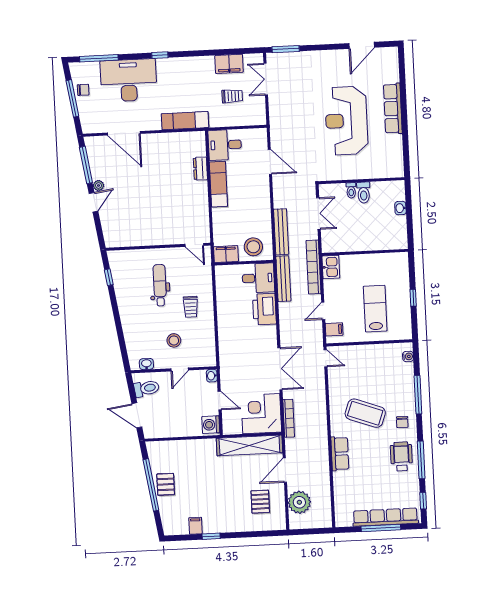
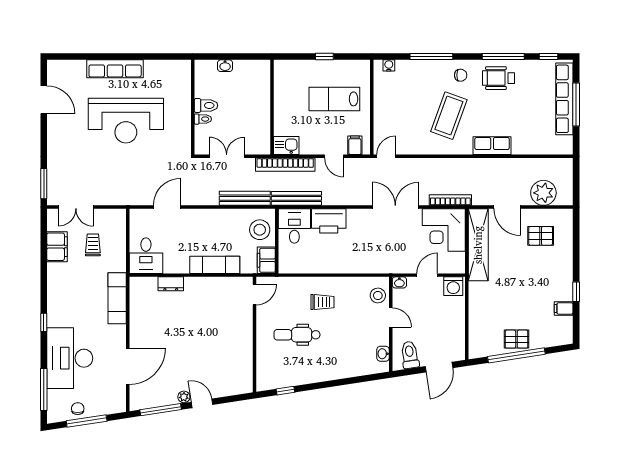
exam couch: (218, 184) -> (215, 265), moved
stool: (174, 340) -> (378, 295), moved

